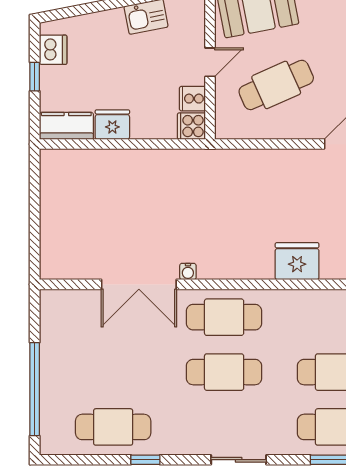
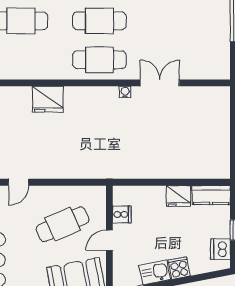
cooker: (191, 126) -> (179, 268), moved, turned -101
double door: (139, 284) -> (160, 83), width x0.73

